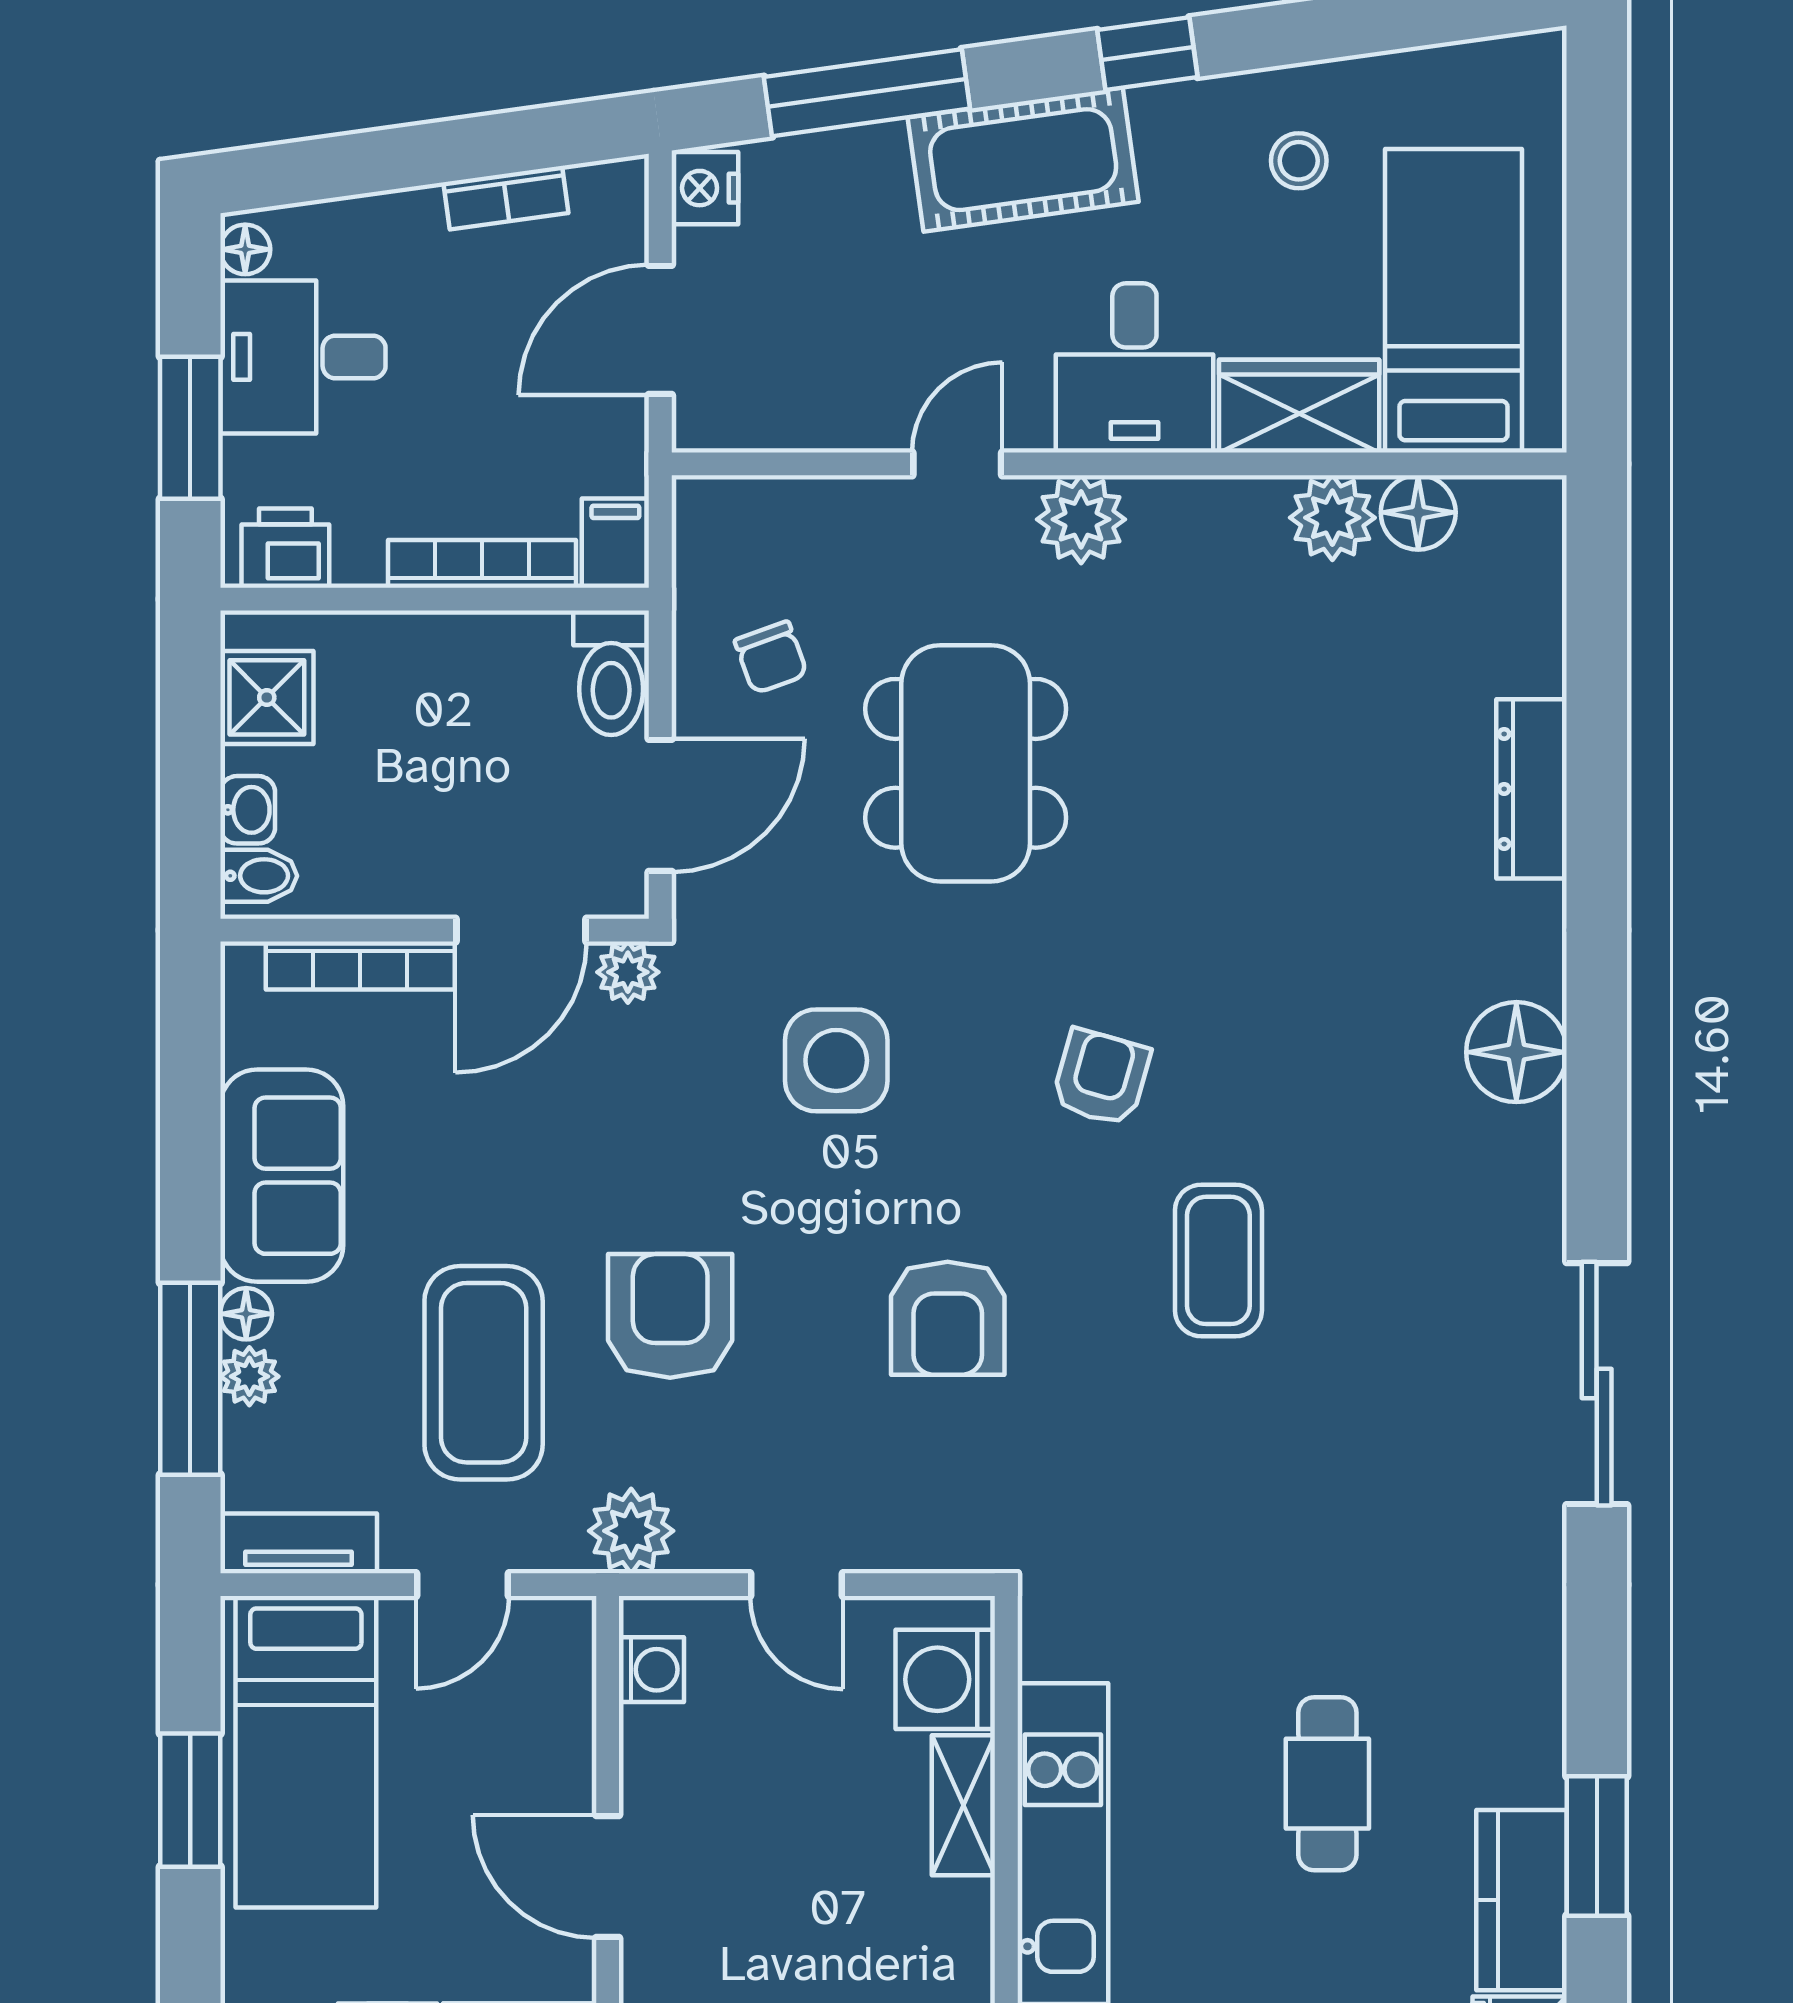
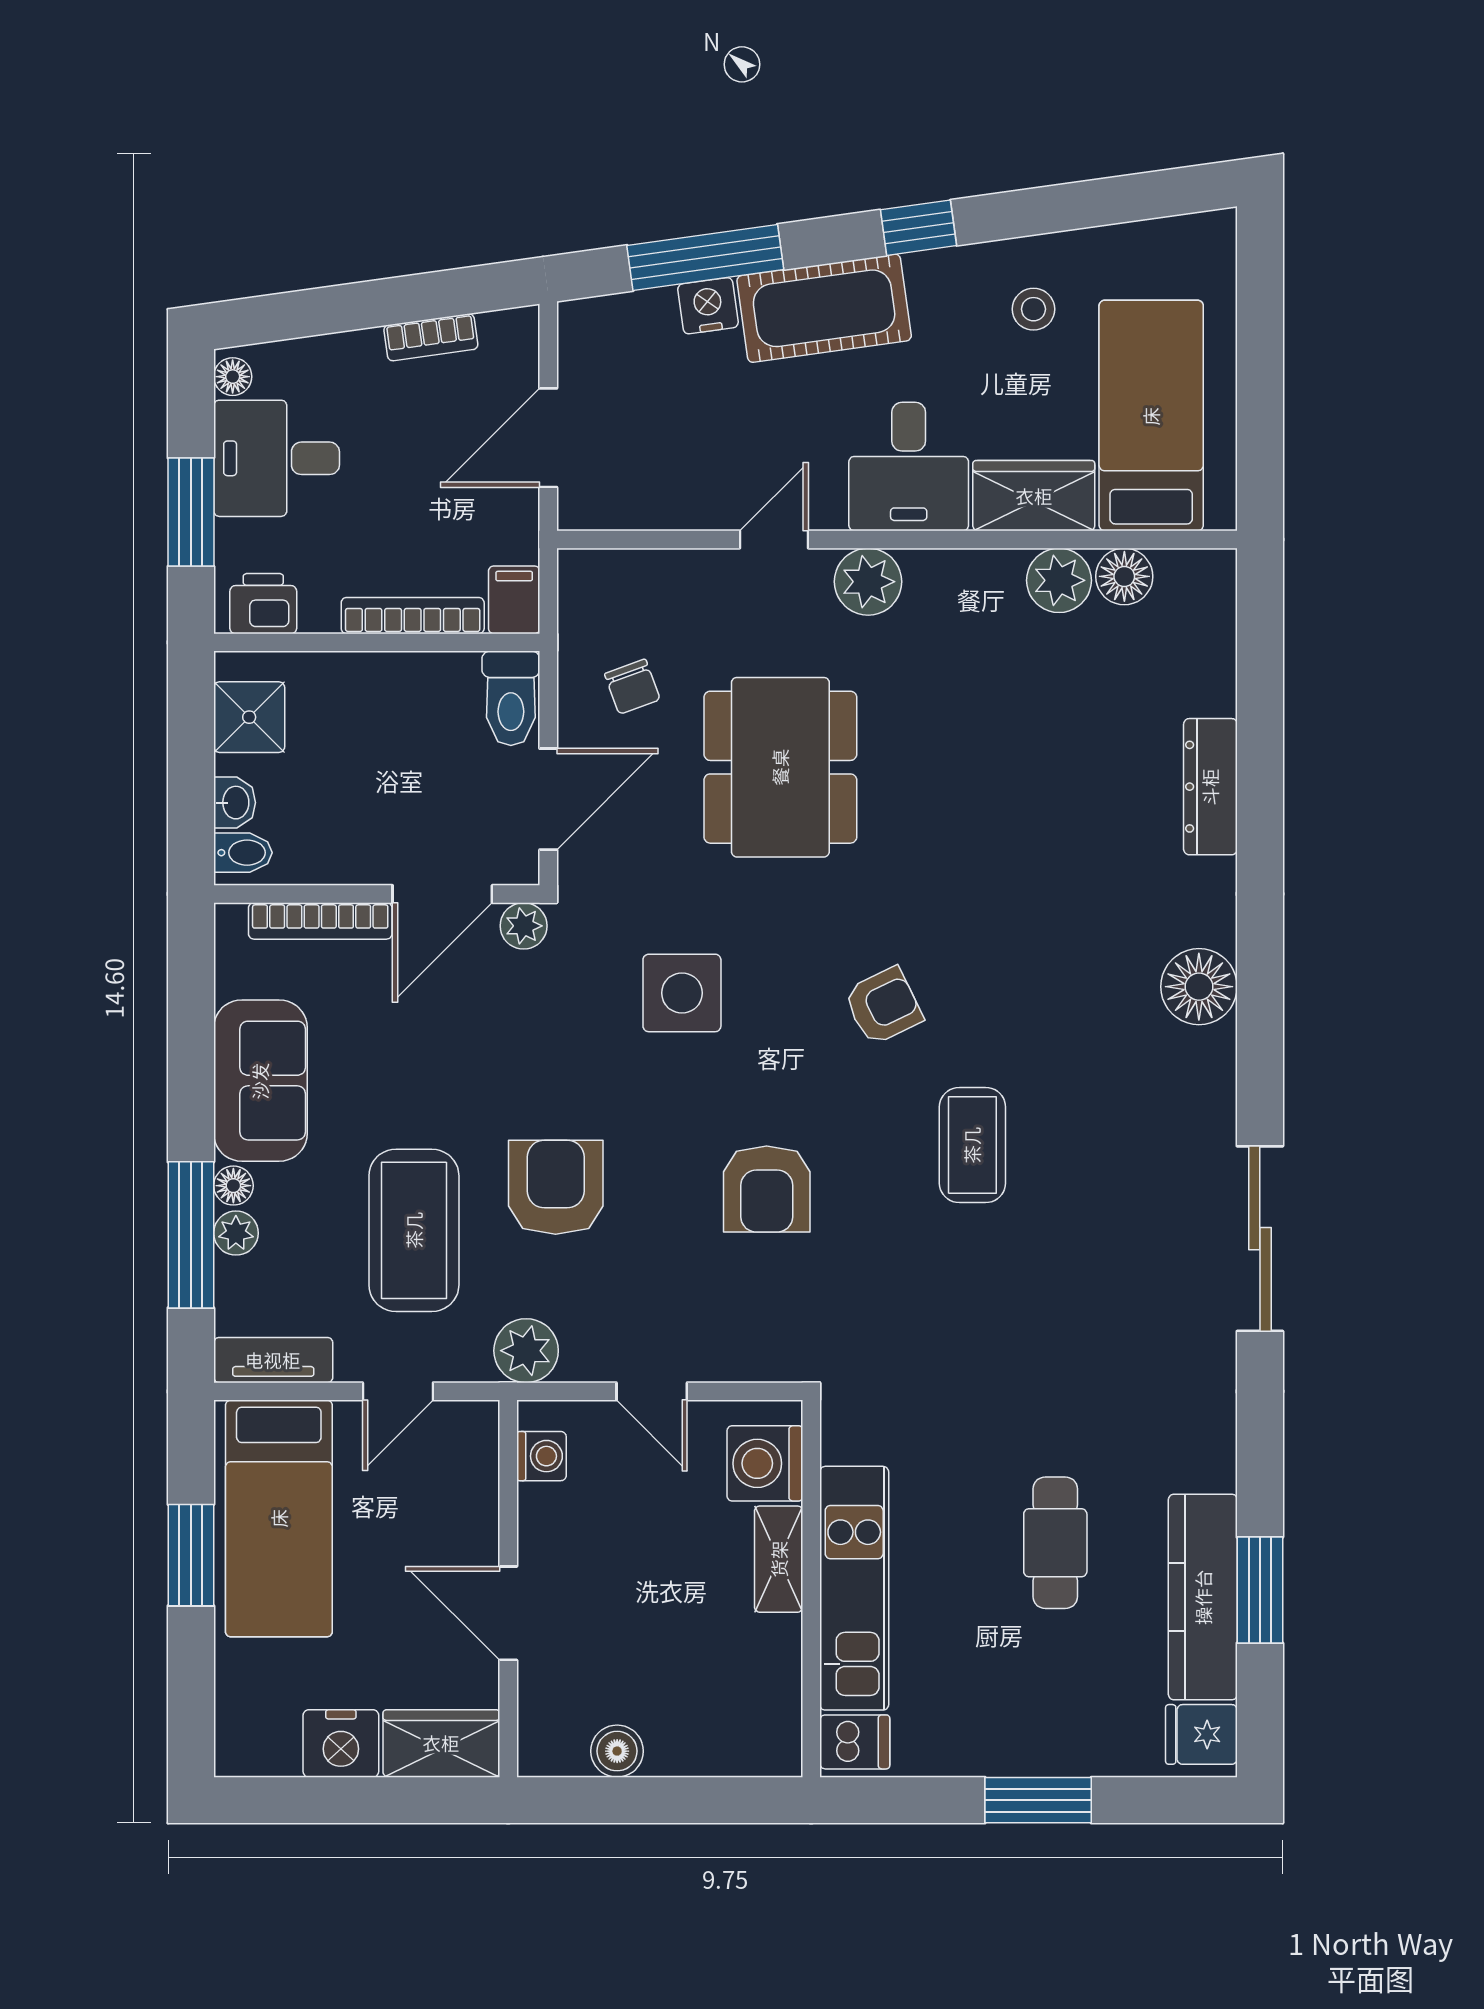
nightstand: (705, 188) -> (708, 306), moved, turned 82
armchair: (1101, 1078) -> (883, 1006), turned 48
kitchen counter: (1521, 1900) -> (1203, 1597), width x1.50

